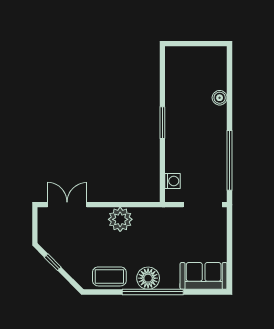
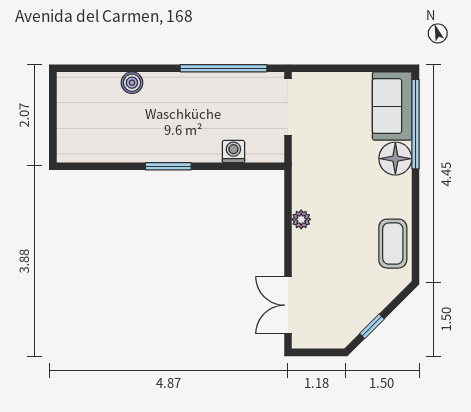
washing machine: (173, 181) -> (233, 151), moved
plant: (120, 219) -> (301, 219), width x0.53, depth x0.53
floor lamp: (148, 278) -> (395, 159), moved
window: (153, 292) -> (415, 124), moved

